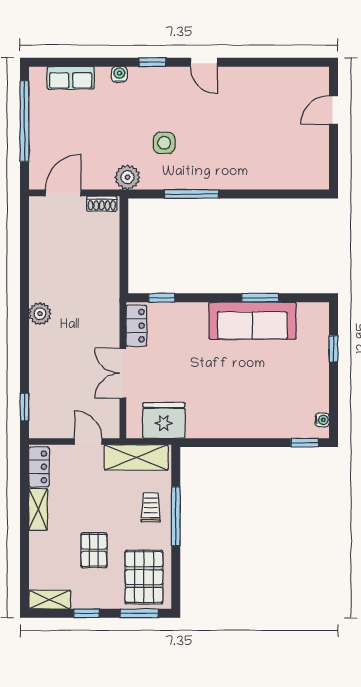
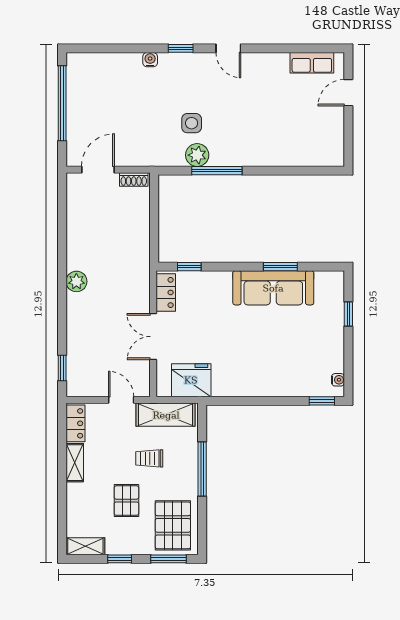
row of seats: (71, 78) -> (312, 63), moved
plant: (127, 177) -> (197, 155), moved
trolley: (151, 507) -> (149, 458), moved, turned -90

